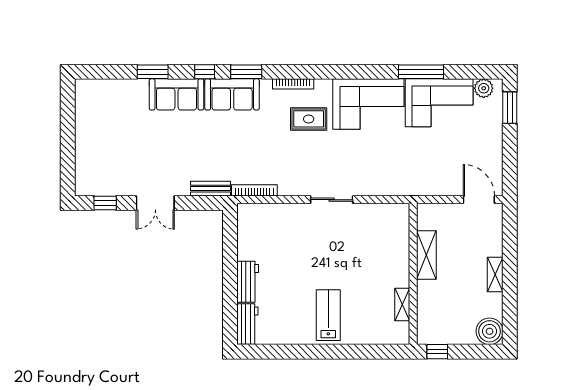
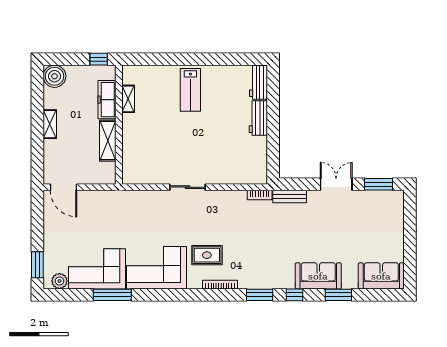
sofa: (232, 94) -> (381, 276), moved
bookcase: (254, 190) -> (260, 195), width x0.64
window: (105, 203) -> (378, 184), width x1.50
freezer: (427, 304) -> (107, 100), added

